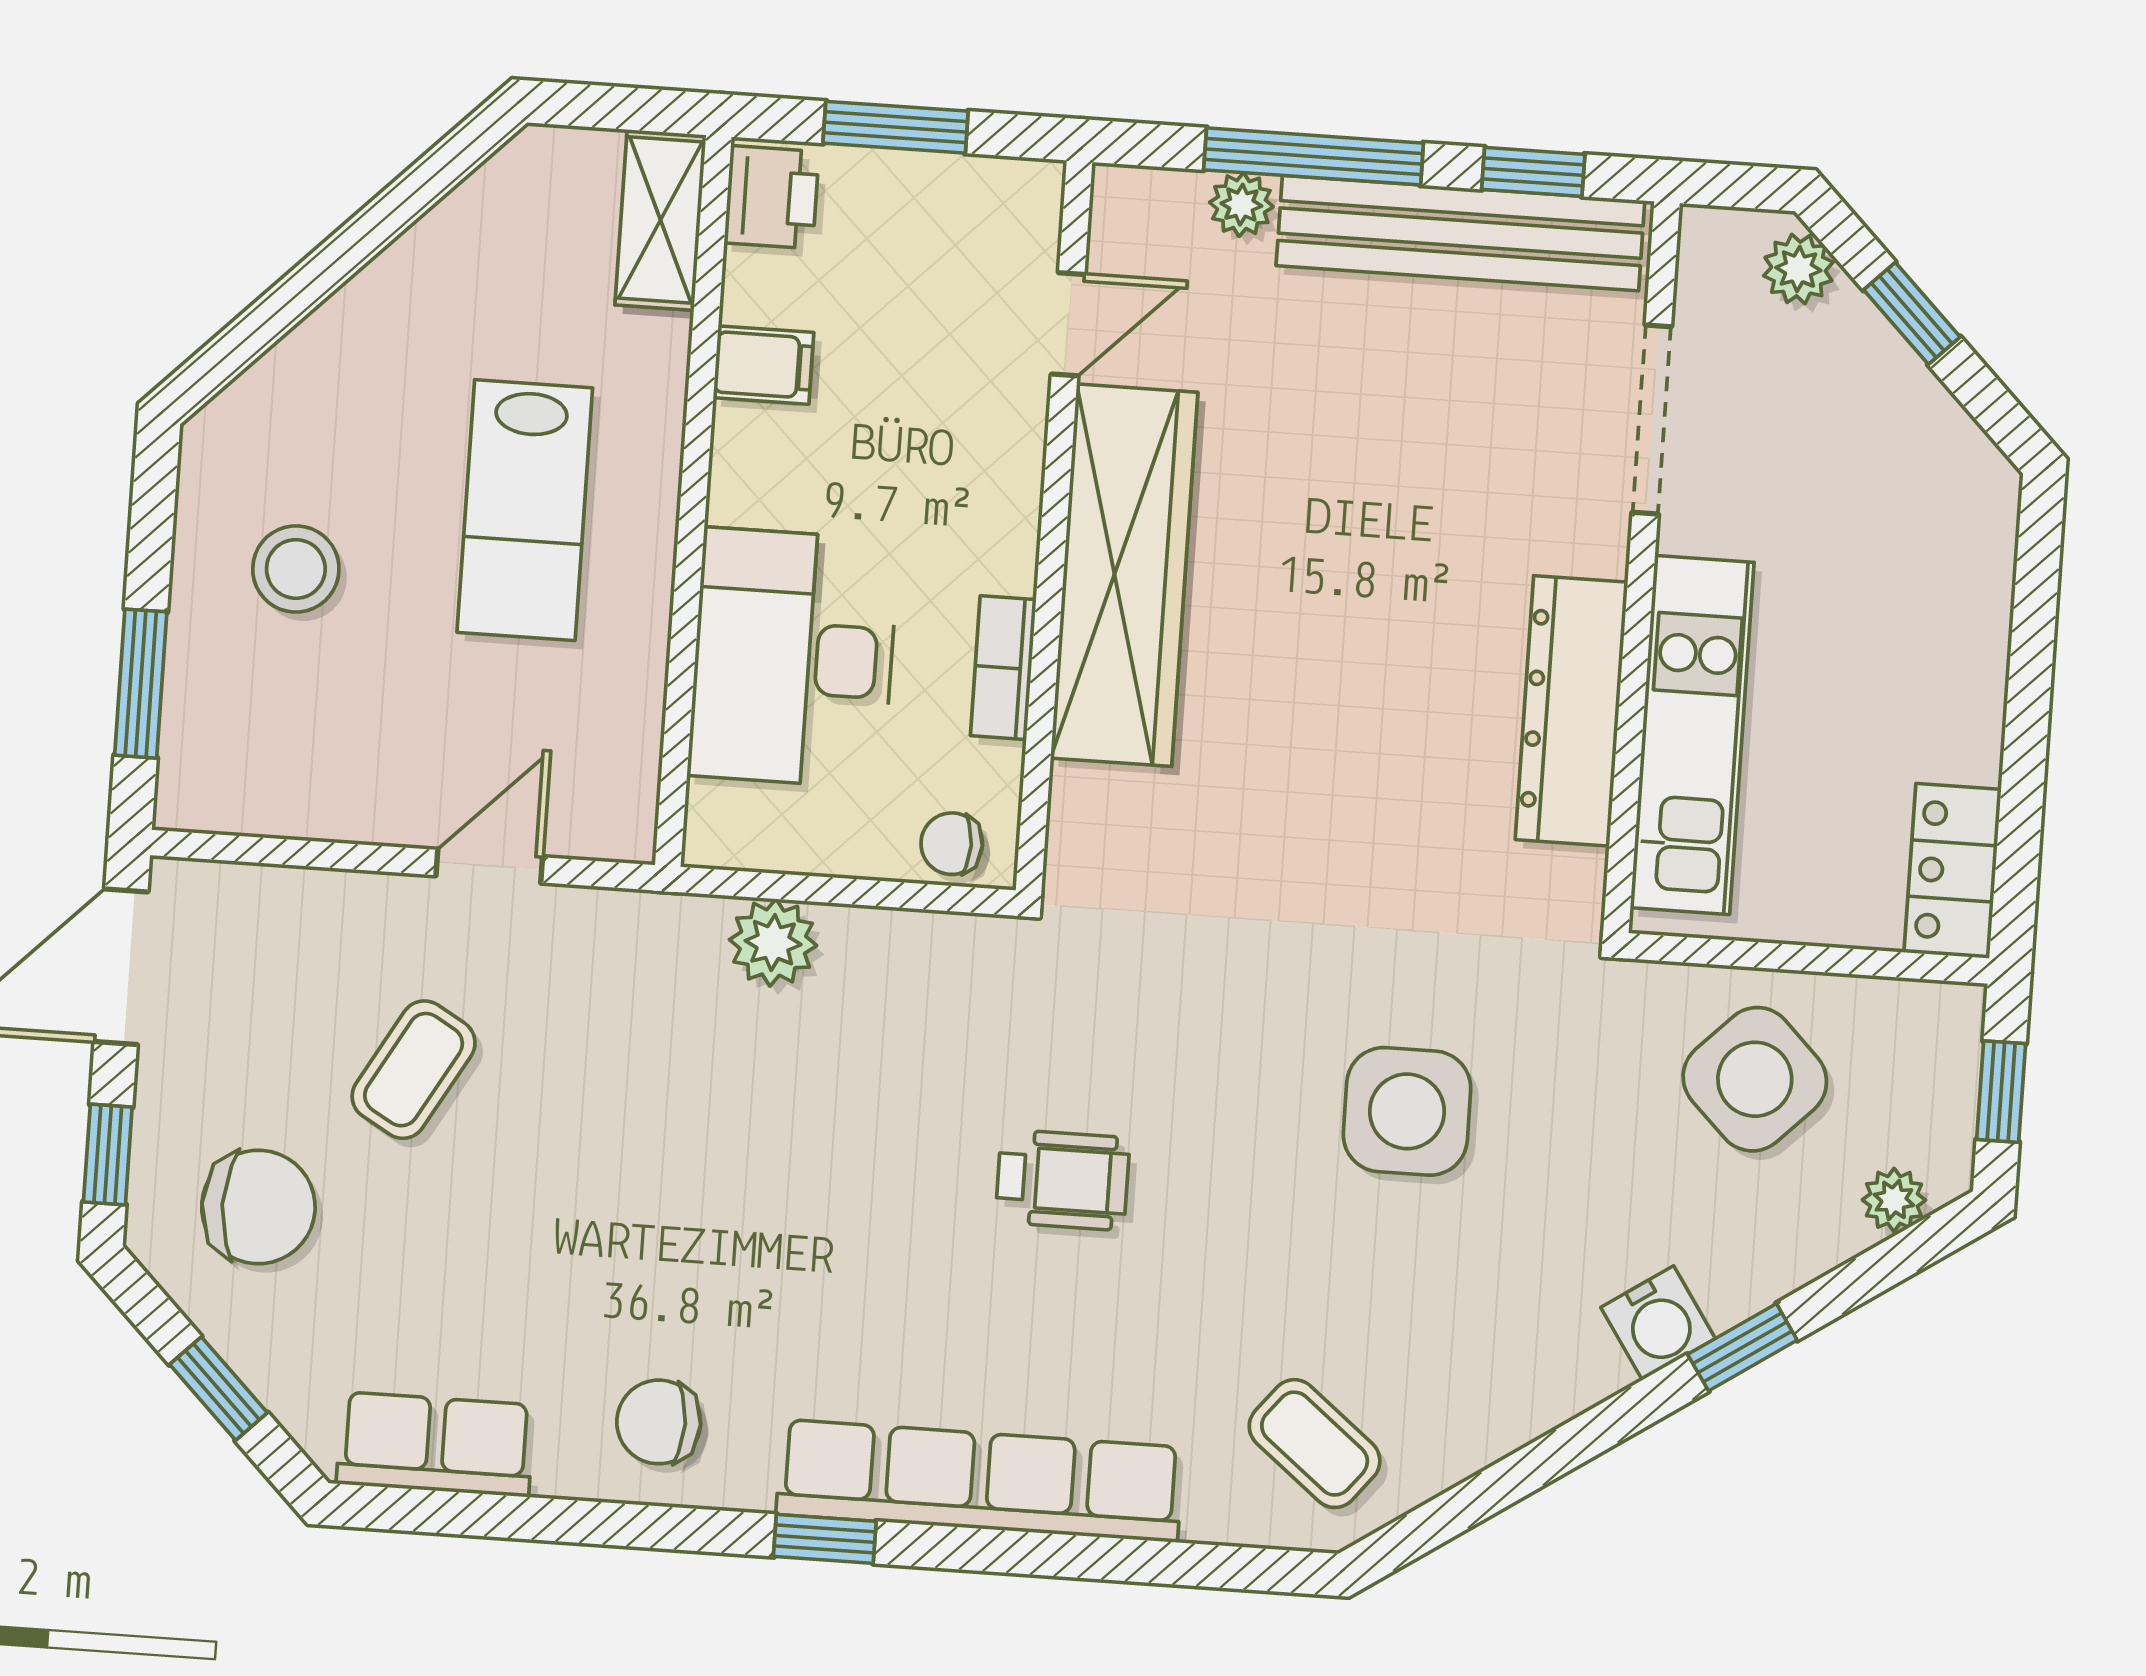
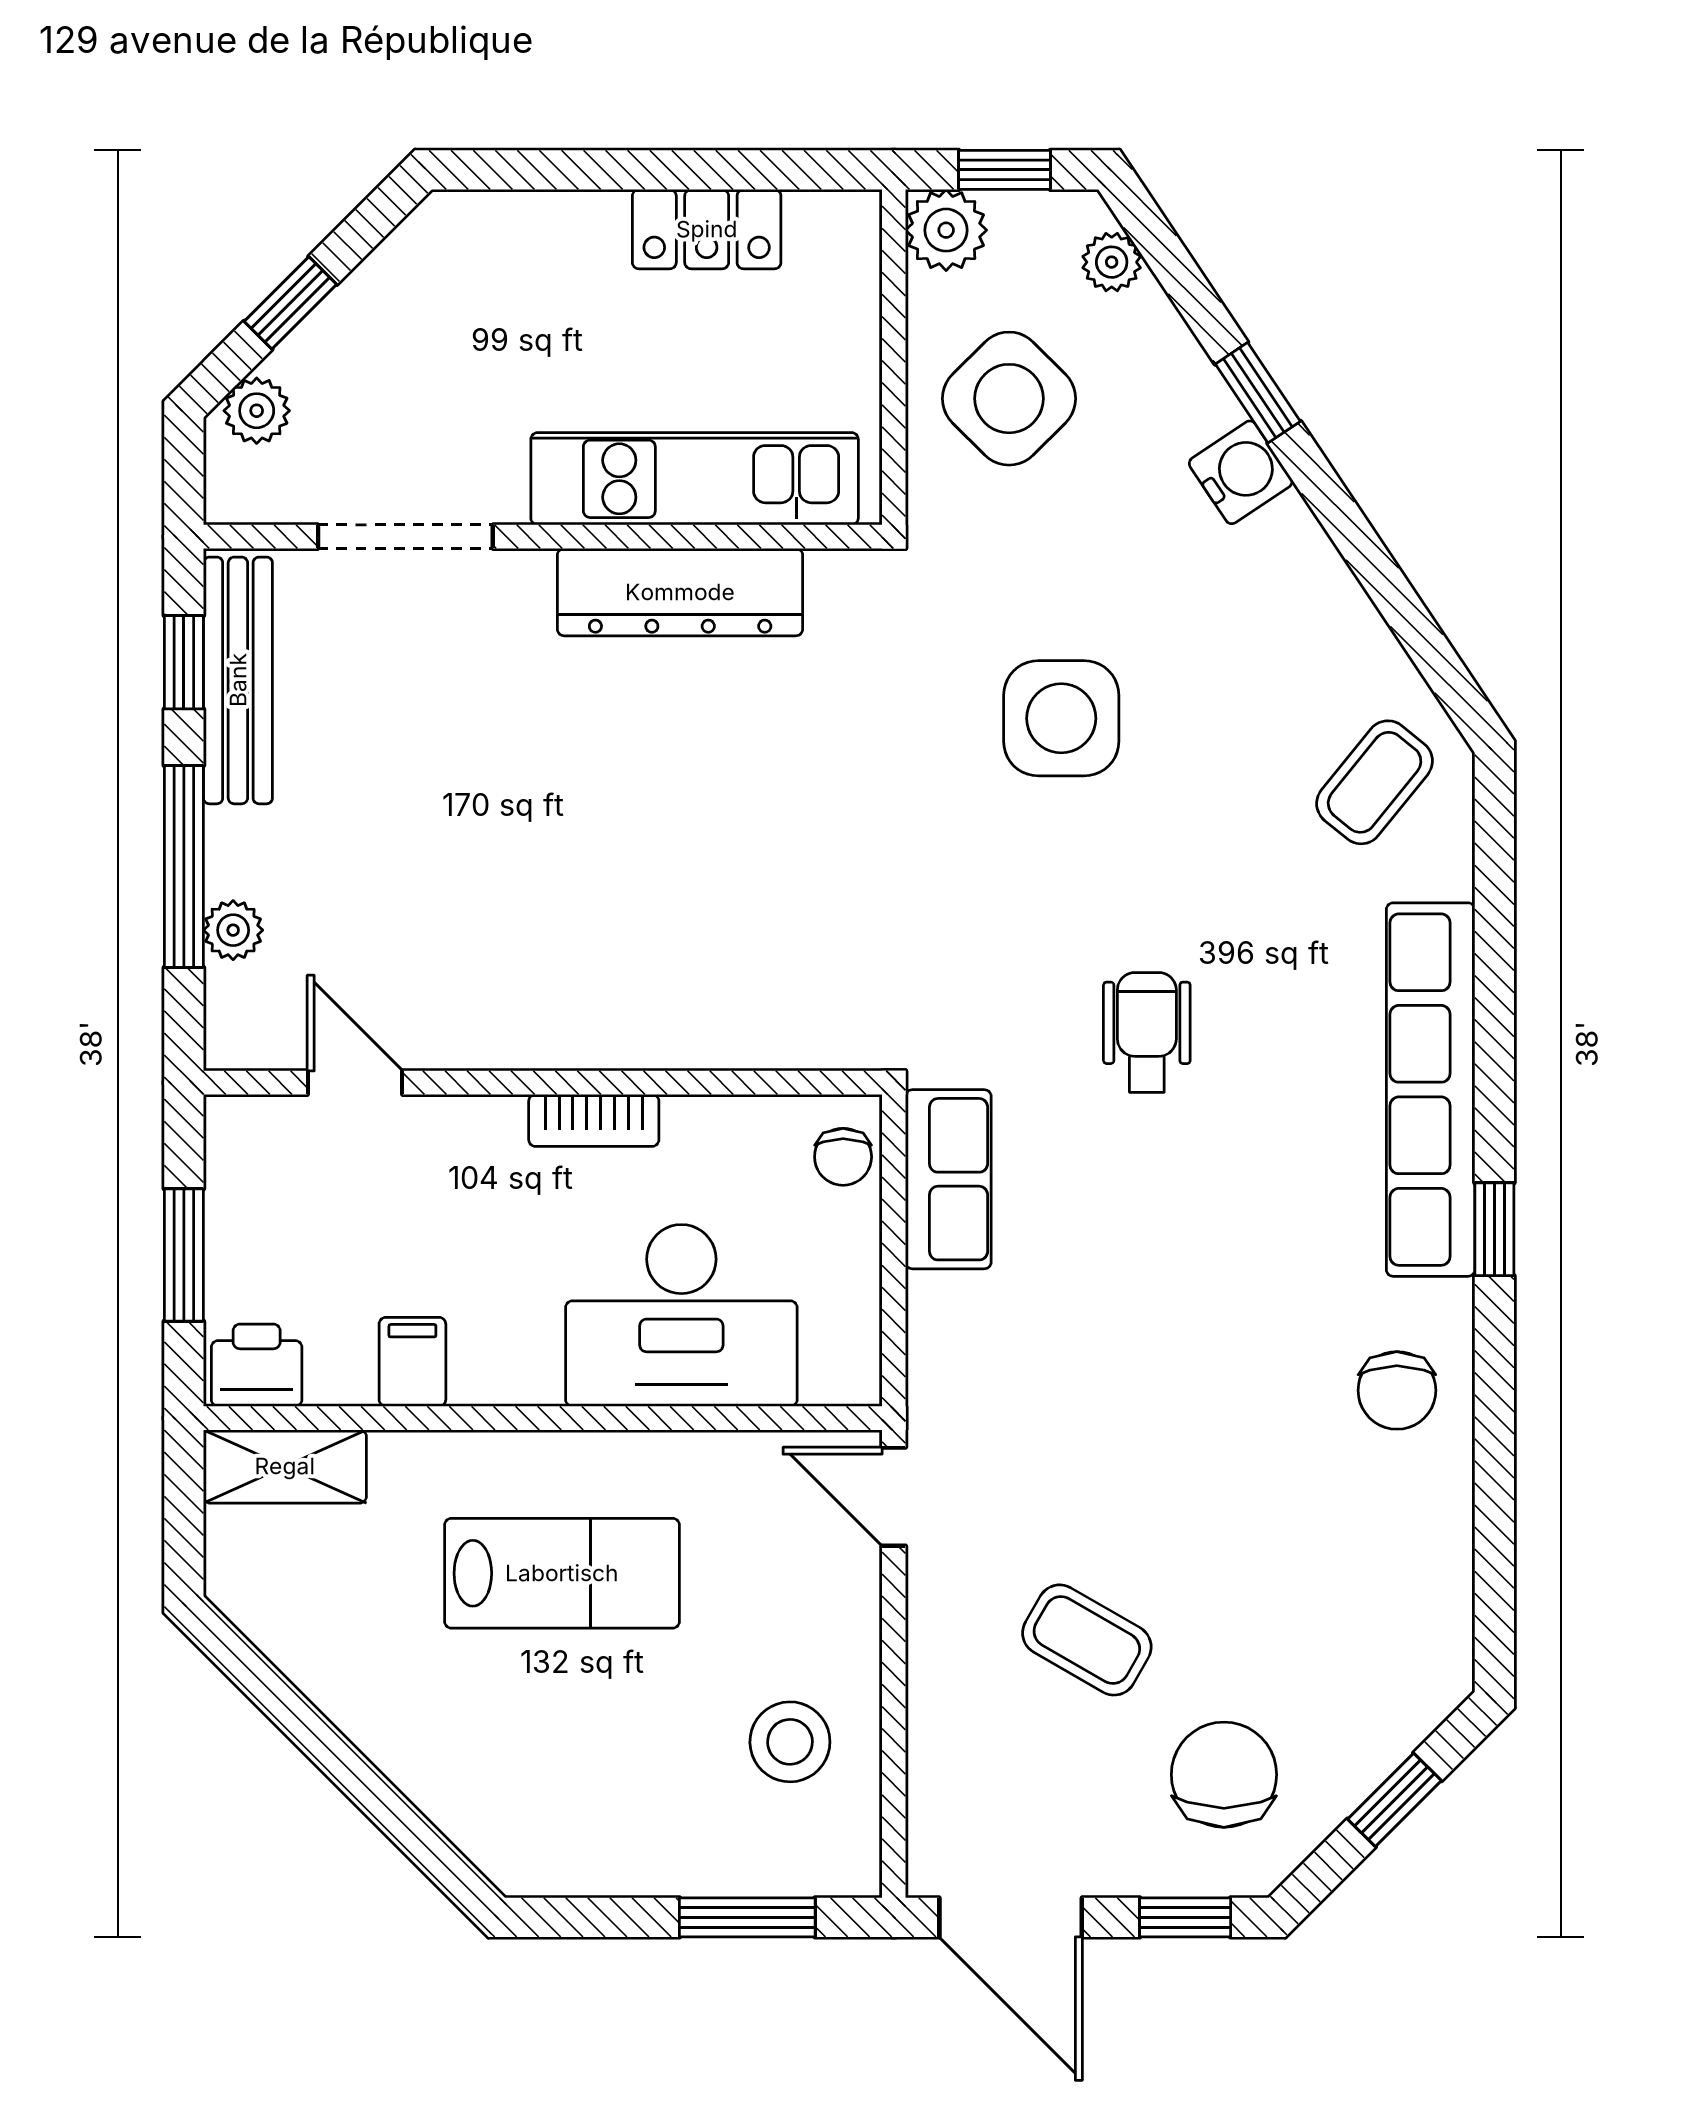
bench: (1460, 233) -> (238, 680), width x0.73, depth x0.82
stool: (296, 569) -> (790, 1742), moved
wardrobe: (1124, 575) -> (583, 1015), removed
bookcase: (1003, 668) -> (594, 1120), moved
door: (489, 866) -> (894, 1497), moved
locker: (1953, 871) -> (707, 229), moved
plant: (773, 943) -> (946, 230), moved
row of seats: (435, 1444) -> (948, 1179), moved, turned 180

